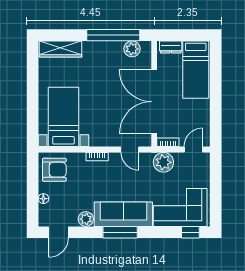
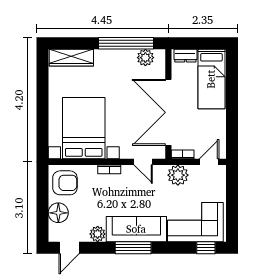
bed with nightstands: (63, 117) -> (84, 128), width x1.36
floor lamp: (43, 199) -> (58, 213), width x1.89, depth x1.89

